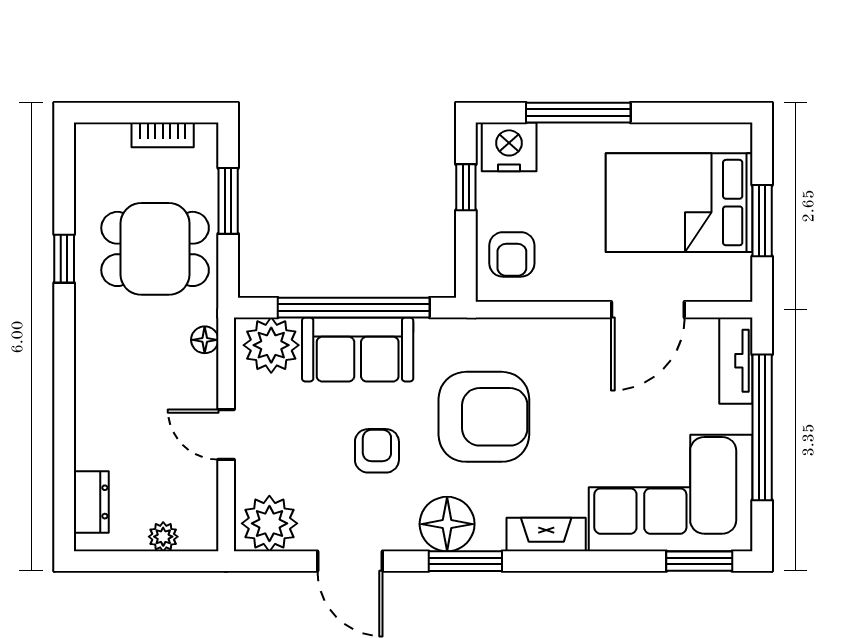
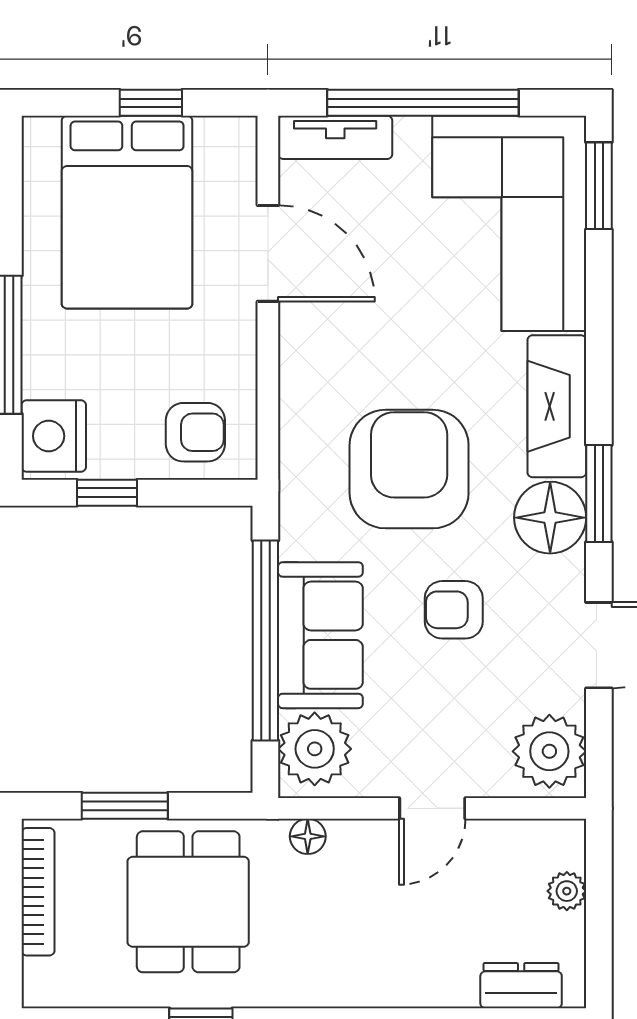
bookcase: (163, 135) -> (38, 892), width x1.56
window: (762, 221) -> (151, 103), width x0.67
fireplace: (546, 534) -> (557, 406), width x1.37, depth x1.32

